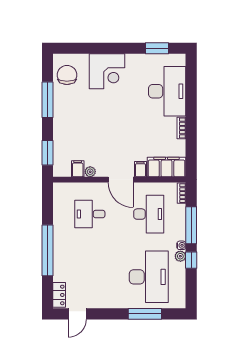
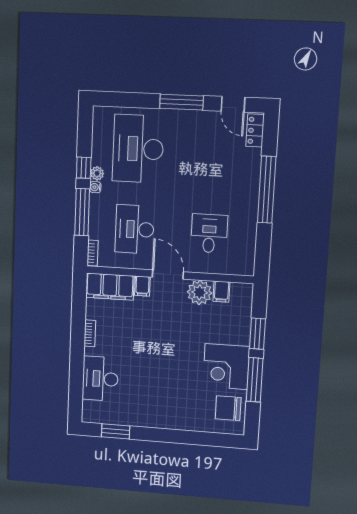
corner desk: (107, 71) -> (226, 367), moved, turned -90
chair: (67, 75) -> (228, 408), turned 90
desk: (167, 91) -> (100, 379), width x0.73, depth x0.77
window: (47, 153) -> (258, 334), moved
plant: (90, 172) -> (200, 292), width x1.88, depth x1.88
desk: (90, 214) -> (209, 233), turned -90
door: (77, 314) -> (233, 104), swing flipped
window: (145, 314) -> (181, 102), moved

